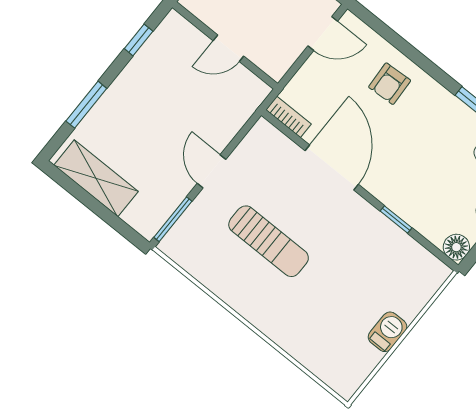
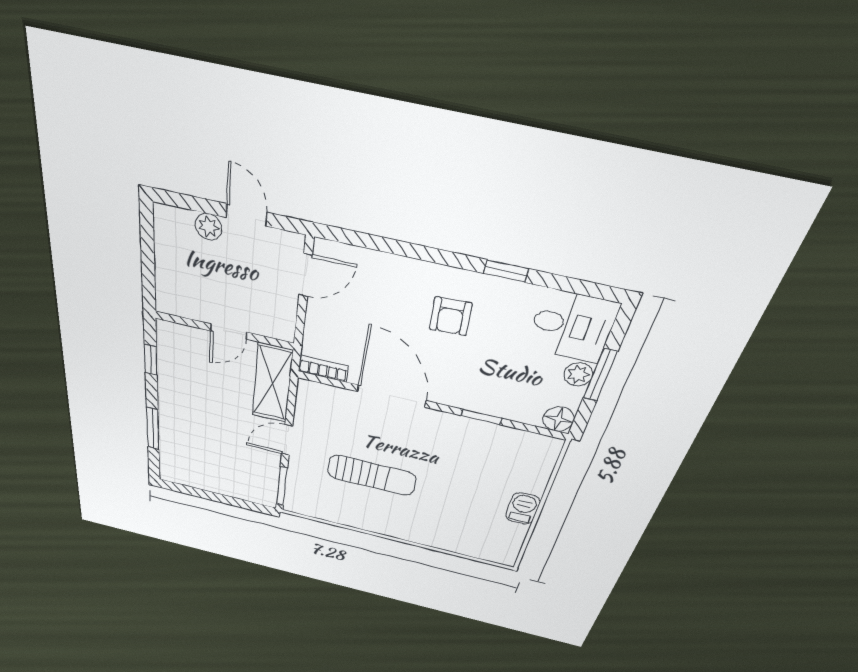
armchair: (390, 84) -> (450, 316), moved
door: (212, 171) -> (287, 440), hinge flipped
shelving: (96, 178) -> (272, 383), moved, turned 90

